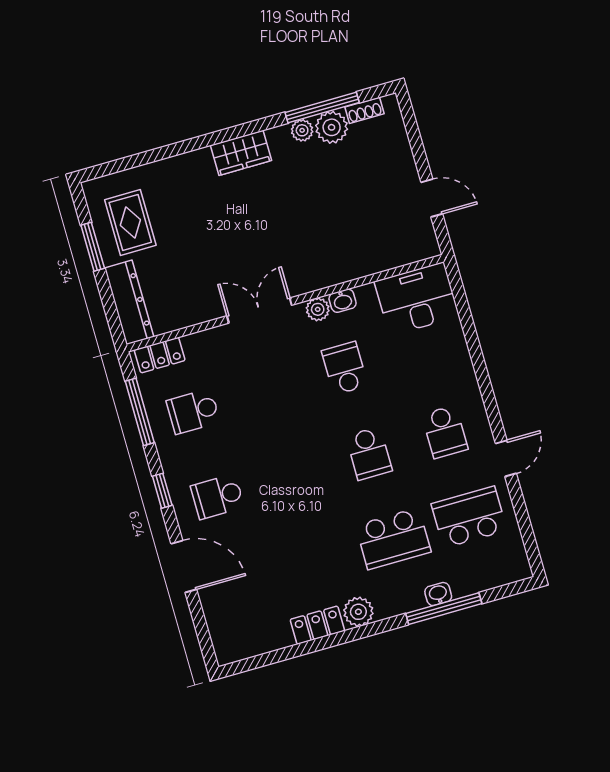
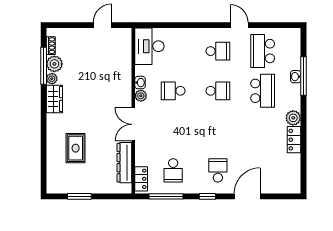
wardrobe: (241, 153) -> (54, 99), moved
rug: (130, 222) -> (76, 148), moved, turned 90
dresser: (129, 302) -> (124, 163), moved, turned -90
school desk: (217, 497) -> (218, 170), turned 180

